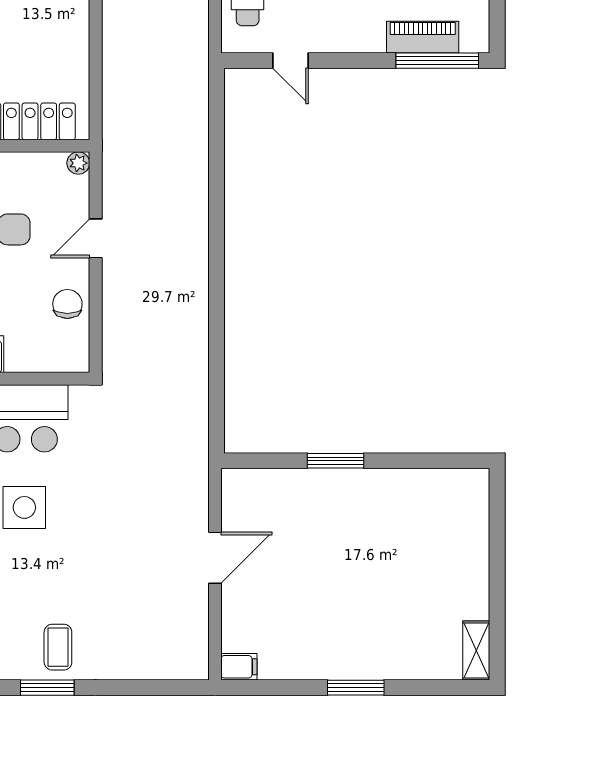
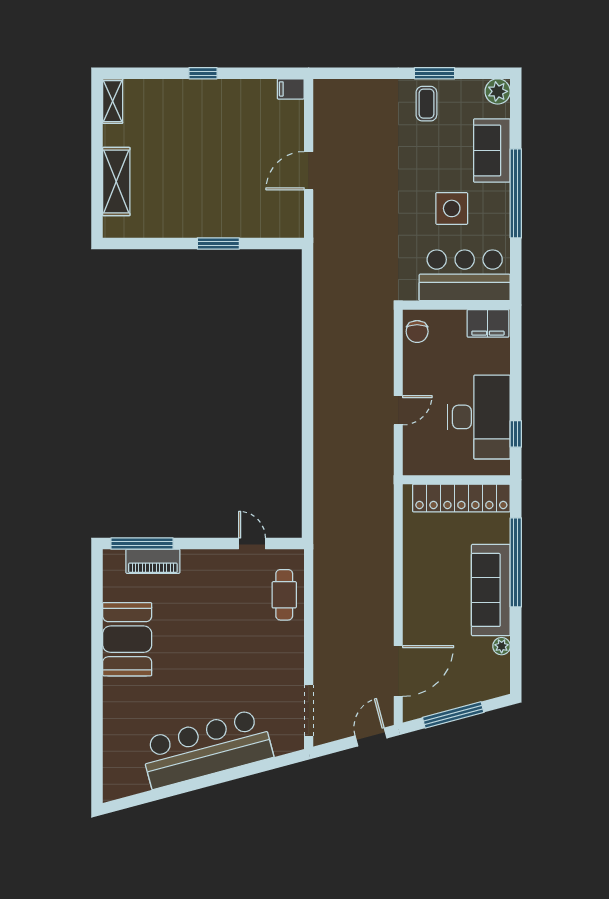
plant: (78, 163) -> (411, 467), removed
chair: (67, 304) -> (417, 332), moved
shelving: (471, 543) -> (116, 182), added
window: (356, 688) -> (203, 73), width x0.67

